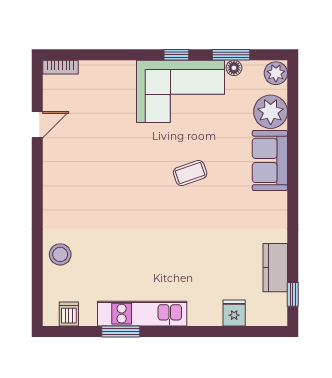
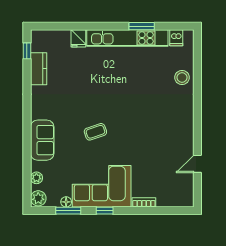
bookcase: (61, 67) -> (144, 202), moved
plant: (271, 112) -> (36, 178), width x0.53, depth x0.53
fridge: (234, 313) -> (78, 38), moved
kitchen unit: (142, 314) -> (127, 38), width x1.36

